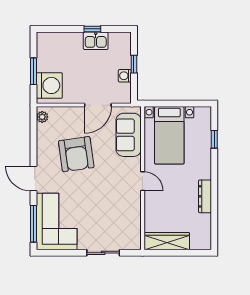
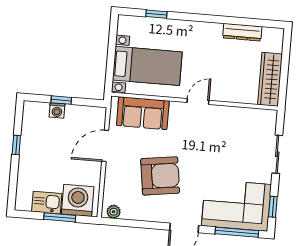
kitchen sink: (96, 41) -> (47, 203), moved, turned -90
washing machine: (125, 76) -> (57, 110), moved
door: (98, 105) -> (105, 146), swing flipped
dresser: (205, 196) -> (242, 32), moved
window: (58, 253) -> (273, 207), added

